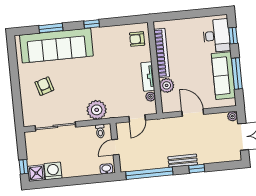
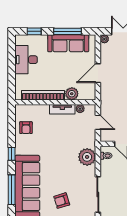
window: (51, 28) -> (12, 190), width x1.44
desk: (217, 36) -> (26, 60), moved, turned -90
armchair: (137, 39) -> (26, 128), moved

